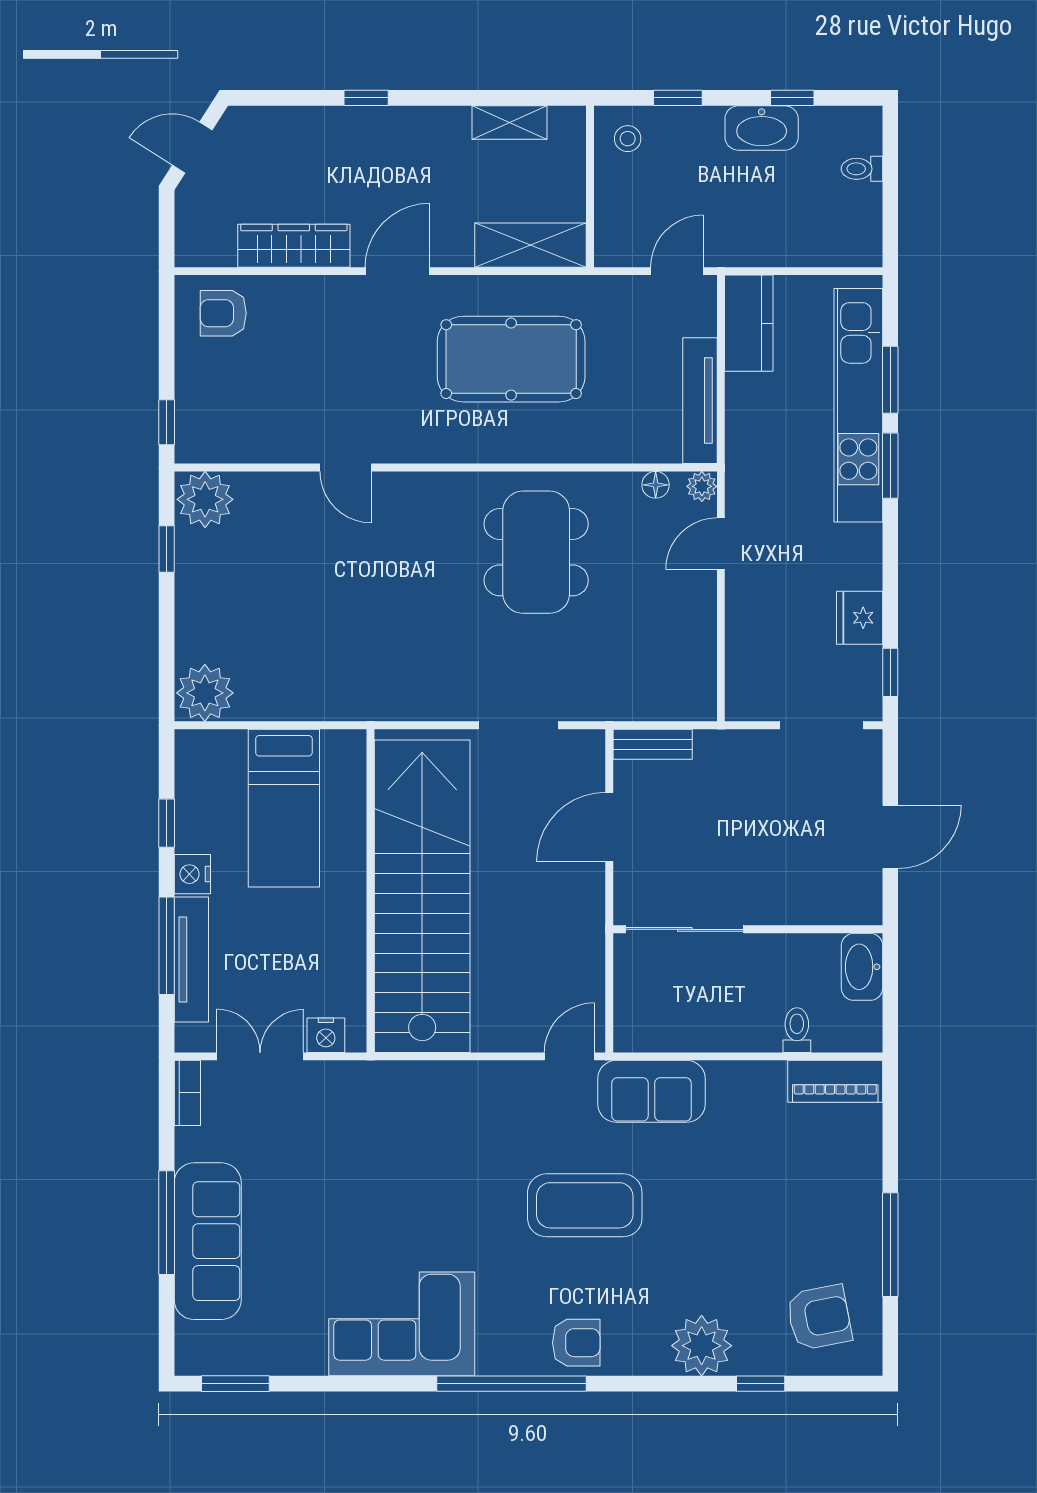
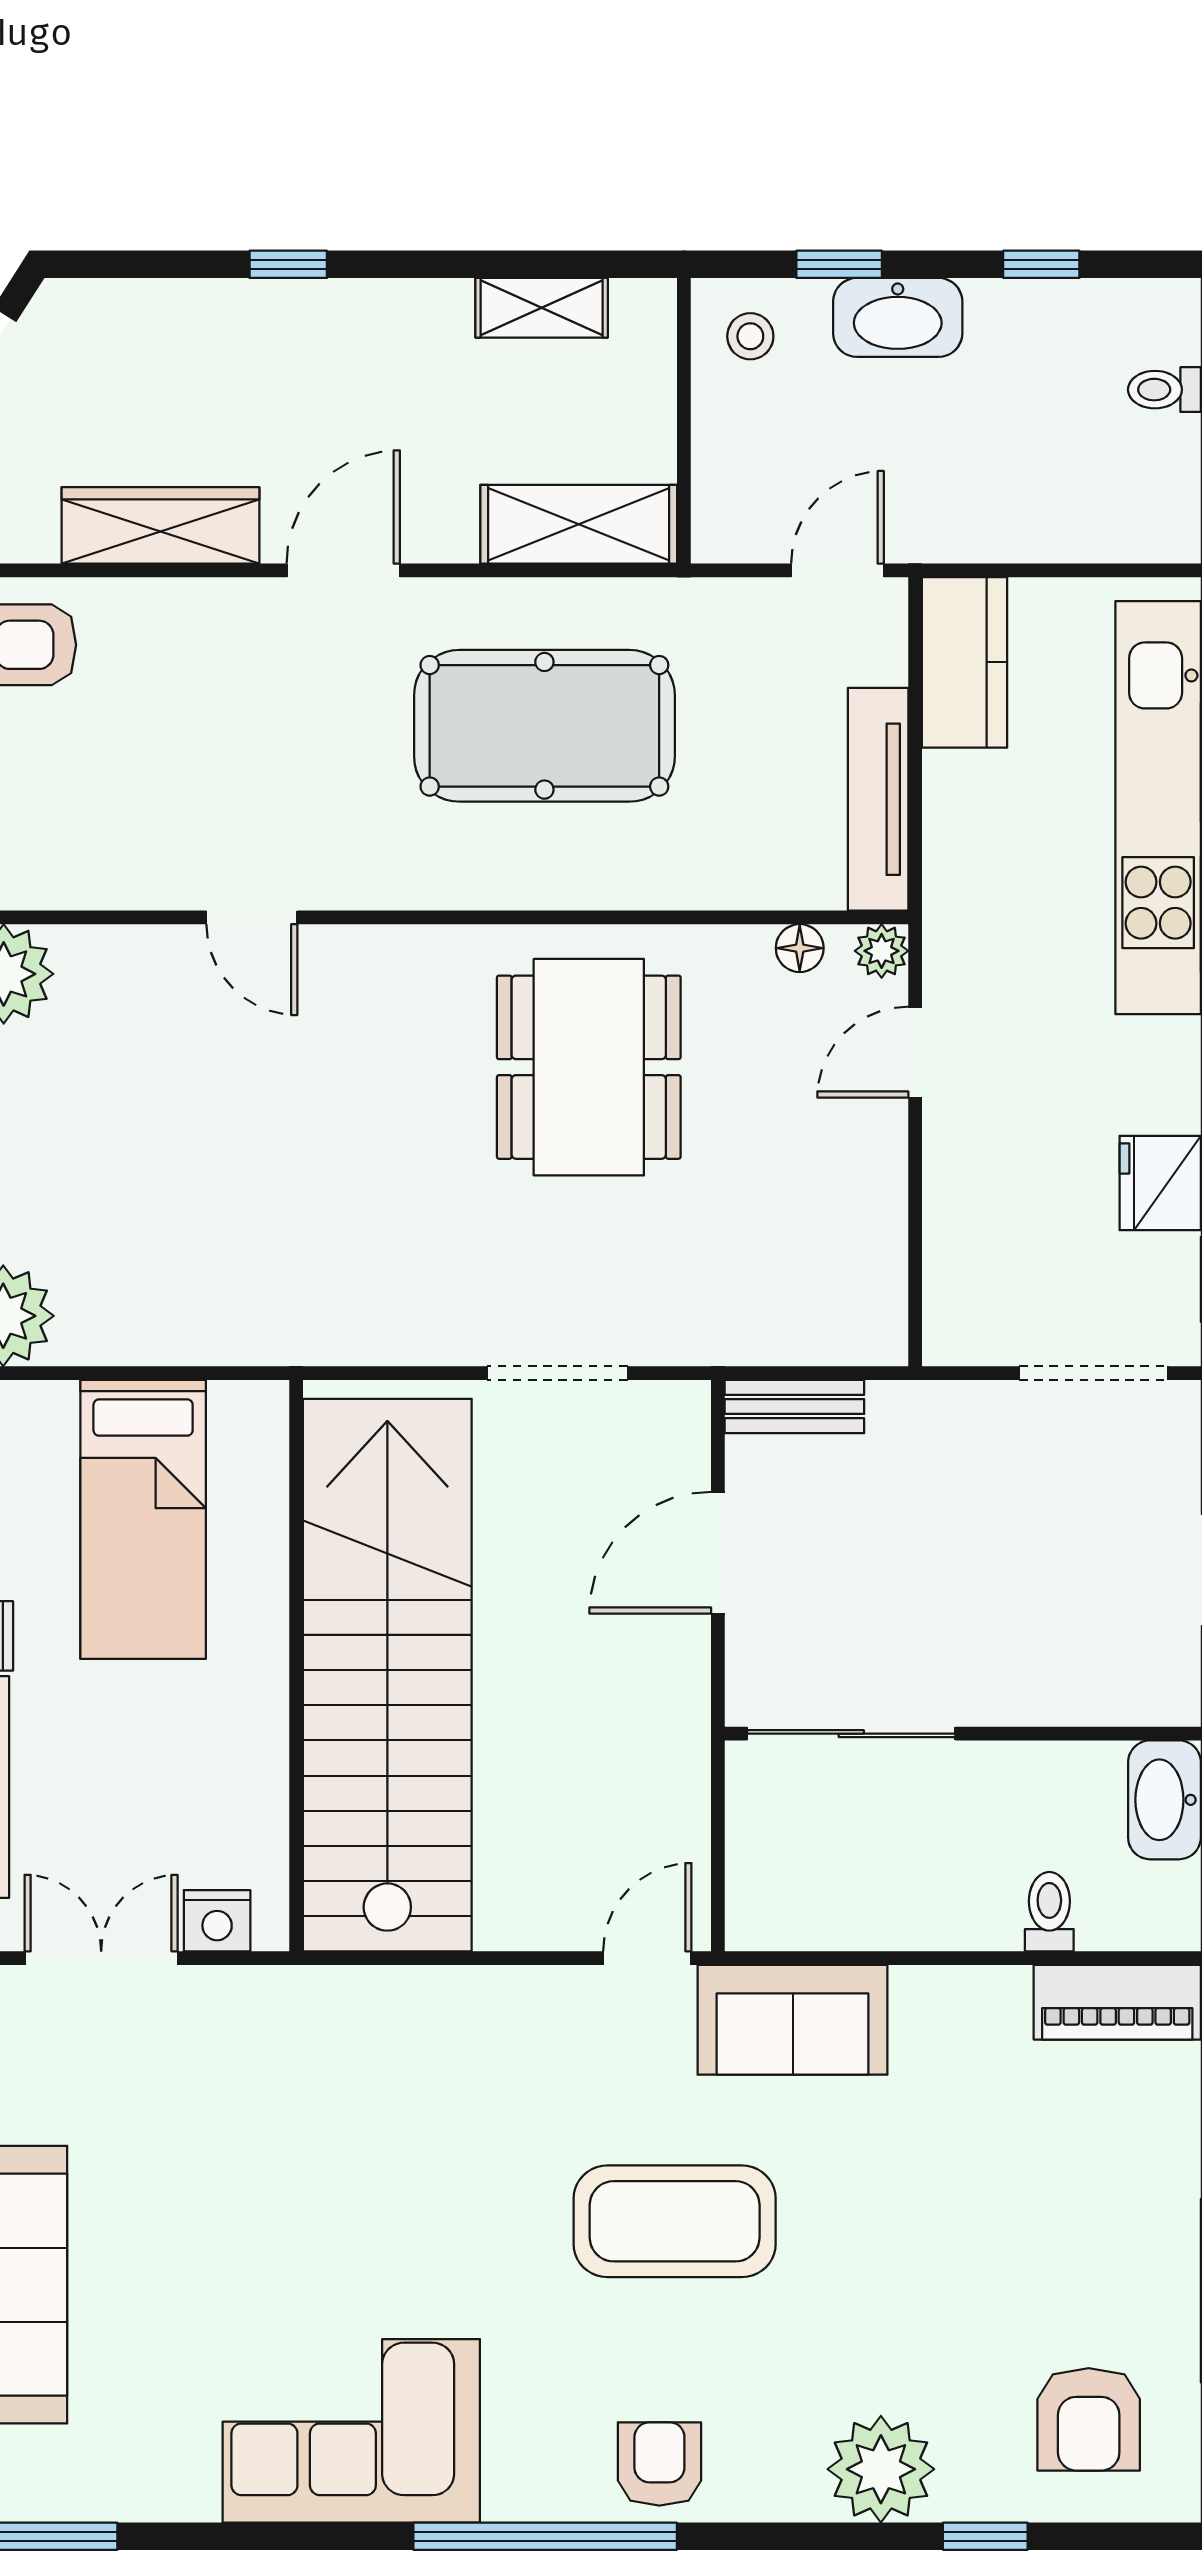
washbasin: (762, 128) -> (898, 317), moved
armchair: (819, 1317) -> (1089, 2419), turned 101
armchair: (576, 1343) -> (659, 2464), turned -90

